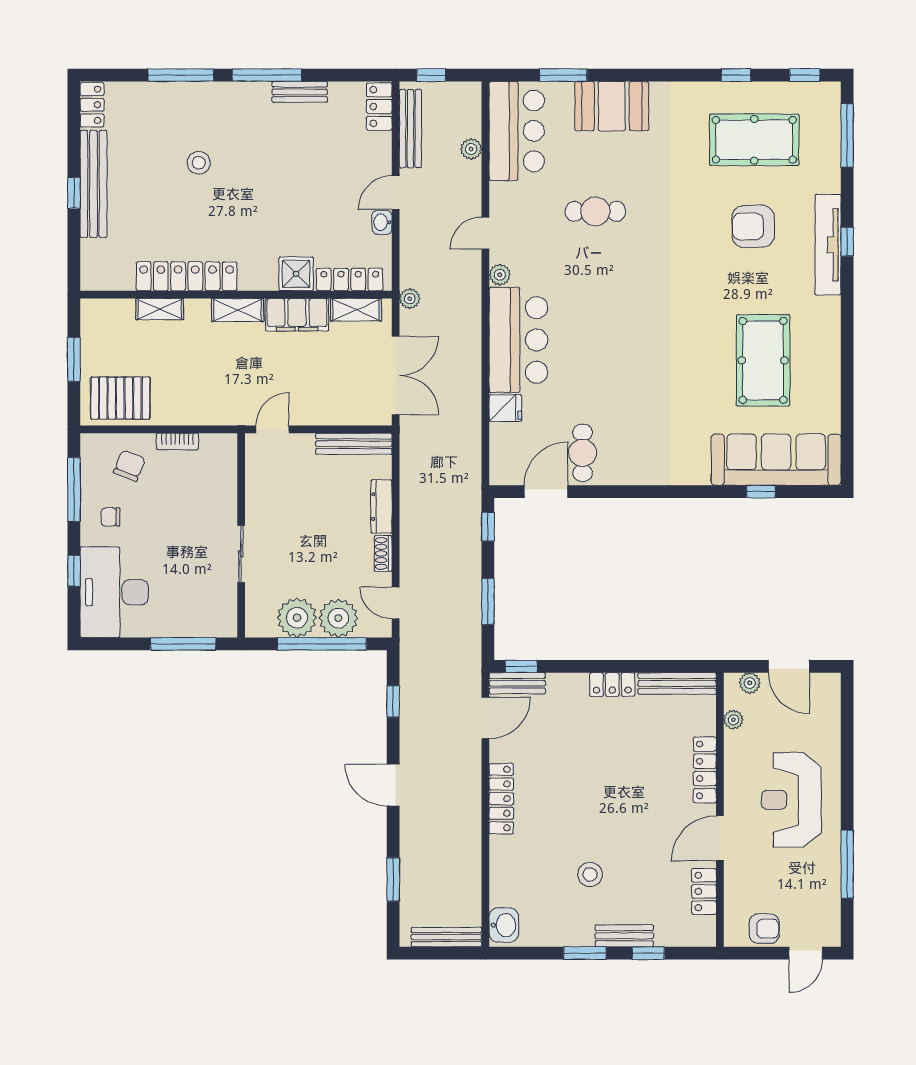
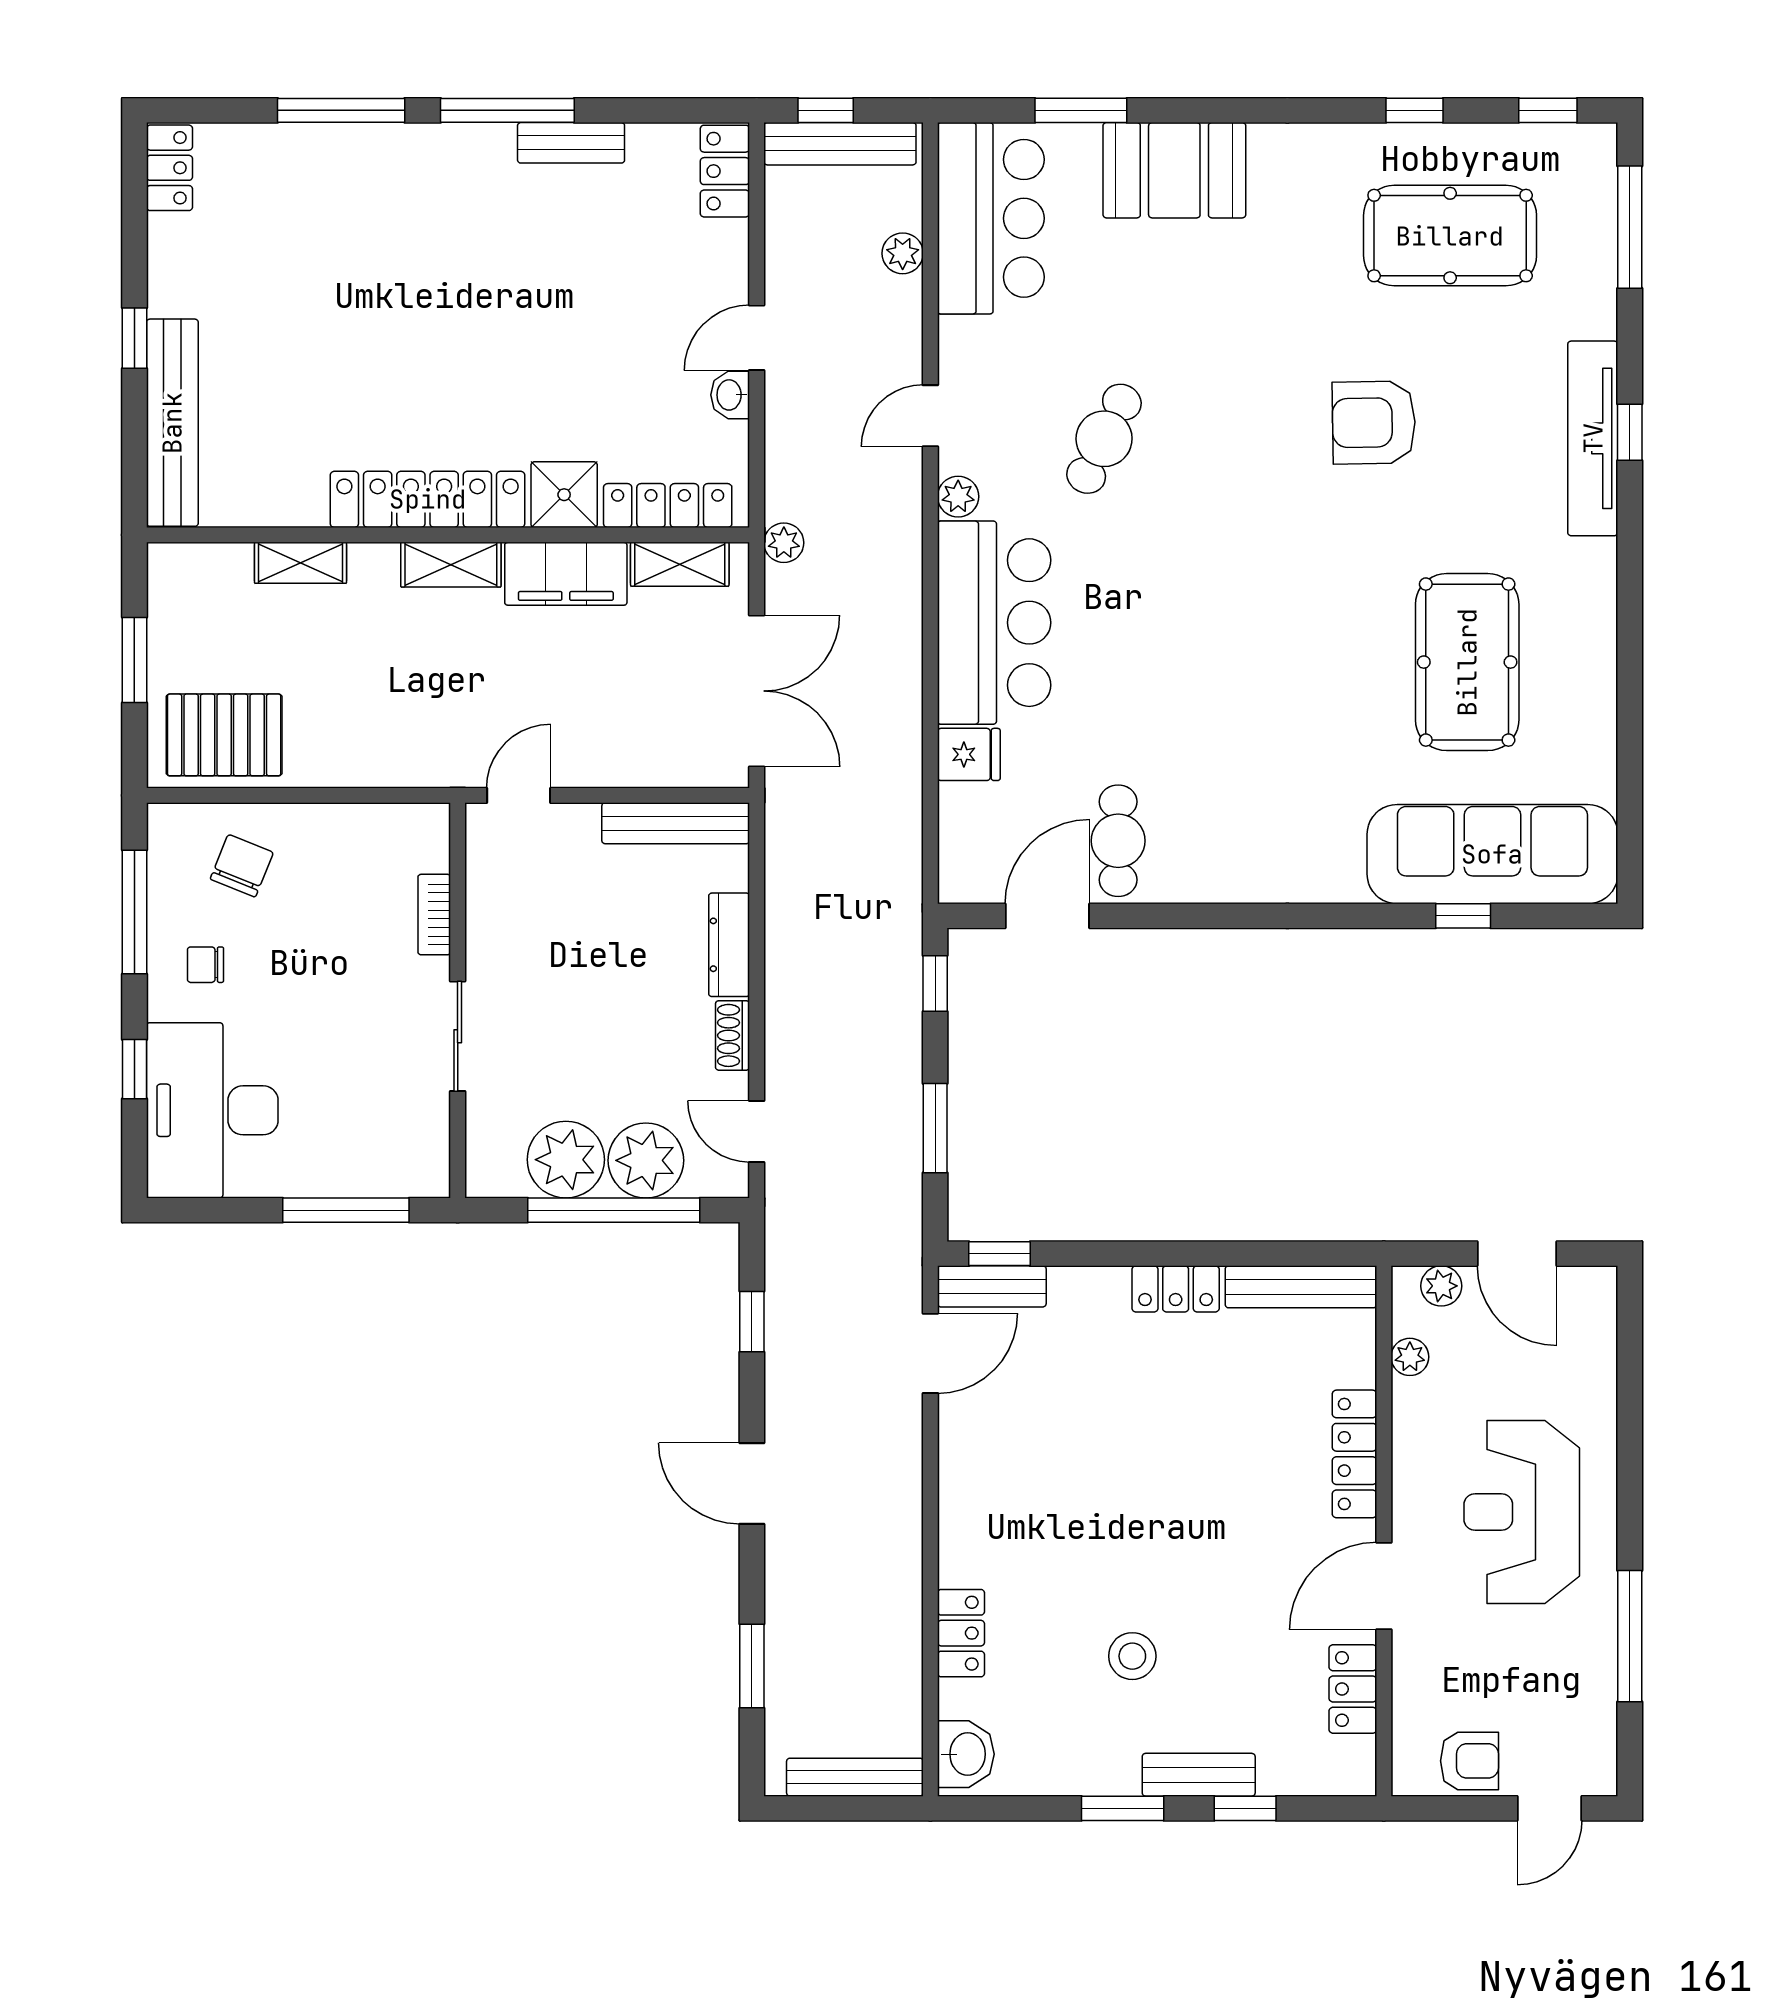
bench: (410, 129) -> (840, 144), moved, turned 90
stool: (199, 163) -> (376, 280), removed
bench: (93, 184) -> (172, 423), moved
cafe table: (595, 211) -> (1104, 439), moved, turned -64
armchair: (753, 226) -> (1374, 422), moved
locker: (187, 276) -> (428, 499), moved
bookcase: (177, 441) -> (434, 915), moved, turned 90
locker: (501, 799) -> (961, 1633), moved, width x0.66

